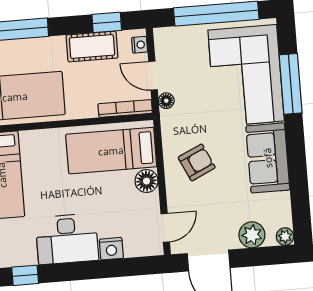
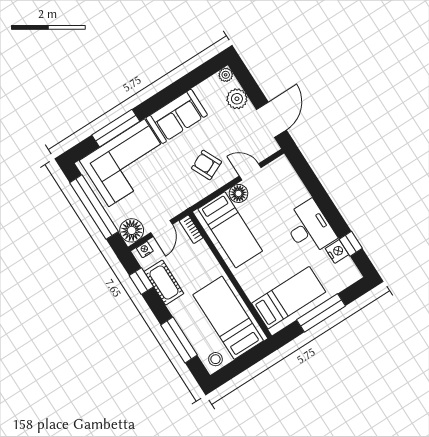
floor lamp: (166, 101) -> (132, 230), moved, width x1.89, depth x1.89
bookcase: (125, 108) -> (191, 229), width x0.64
door: (165, 228) -> (250, 172), moved
nightstand: (111, 249) -> (337, 251), moved

